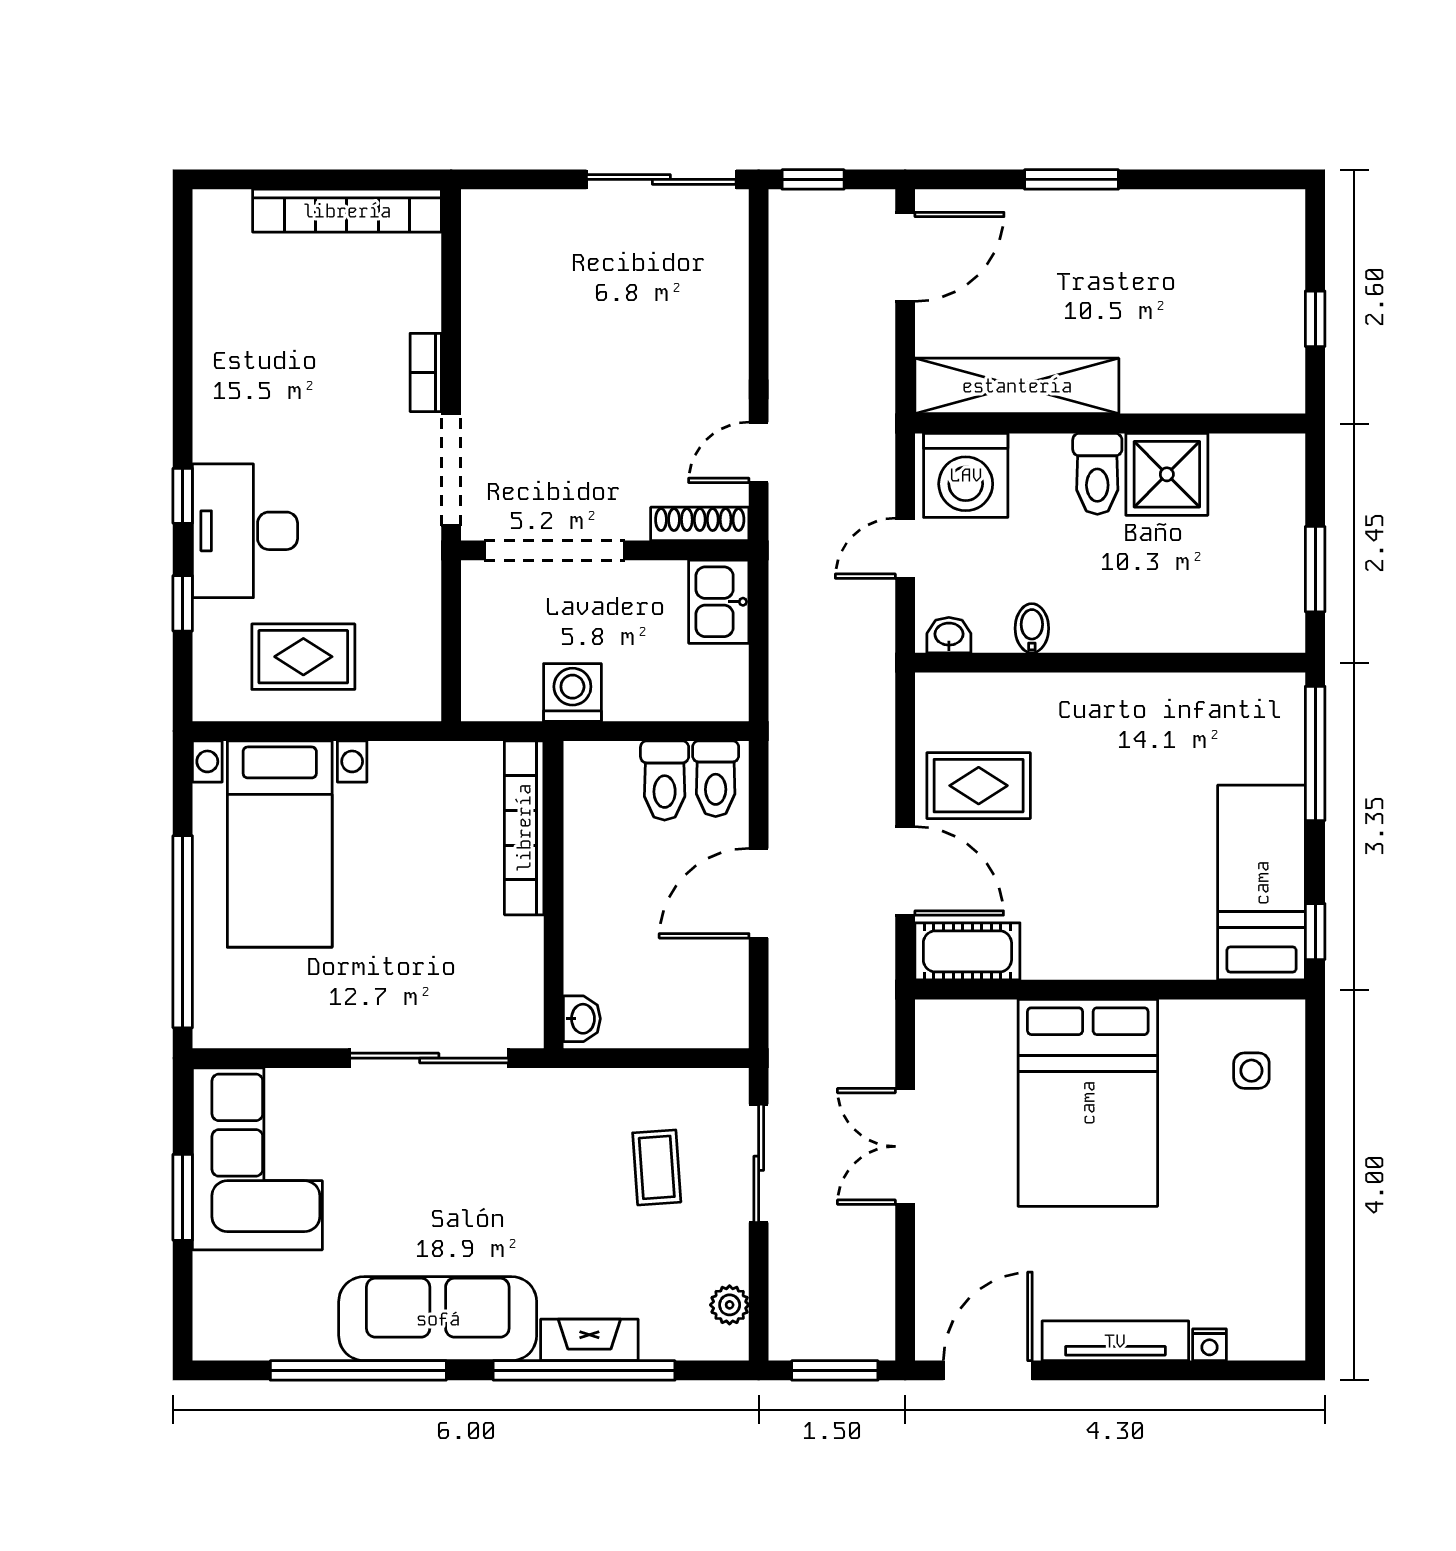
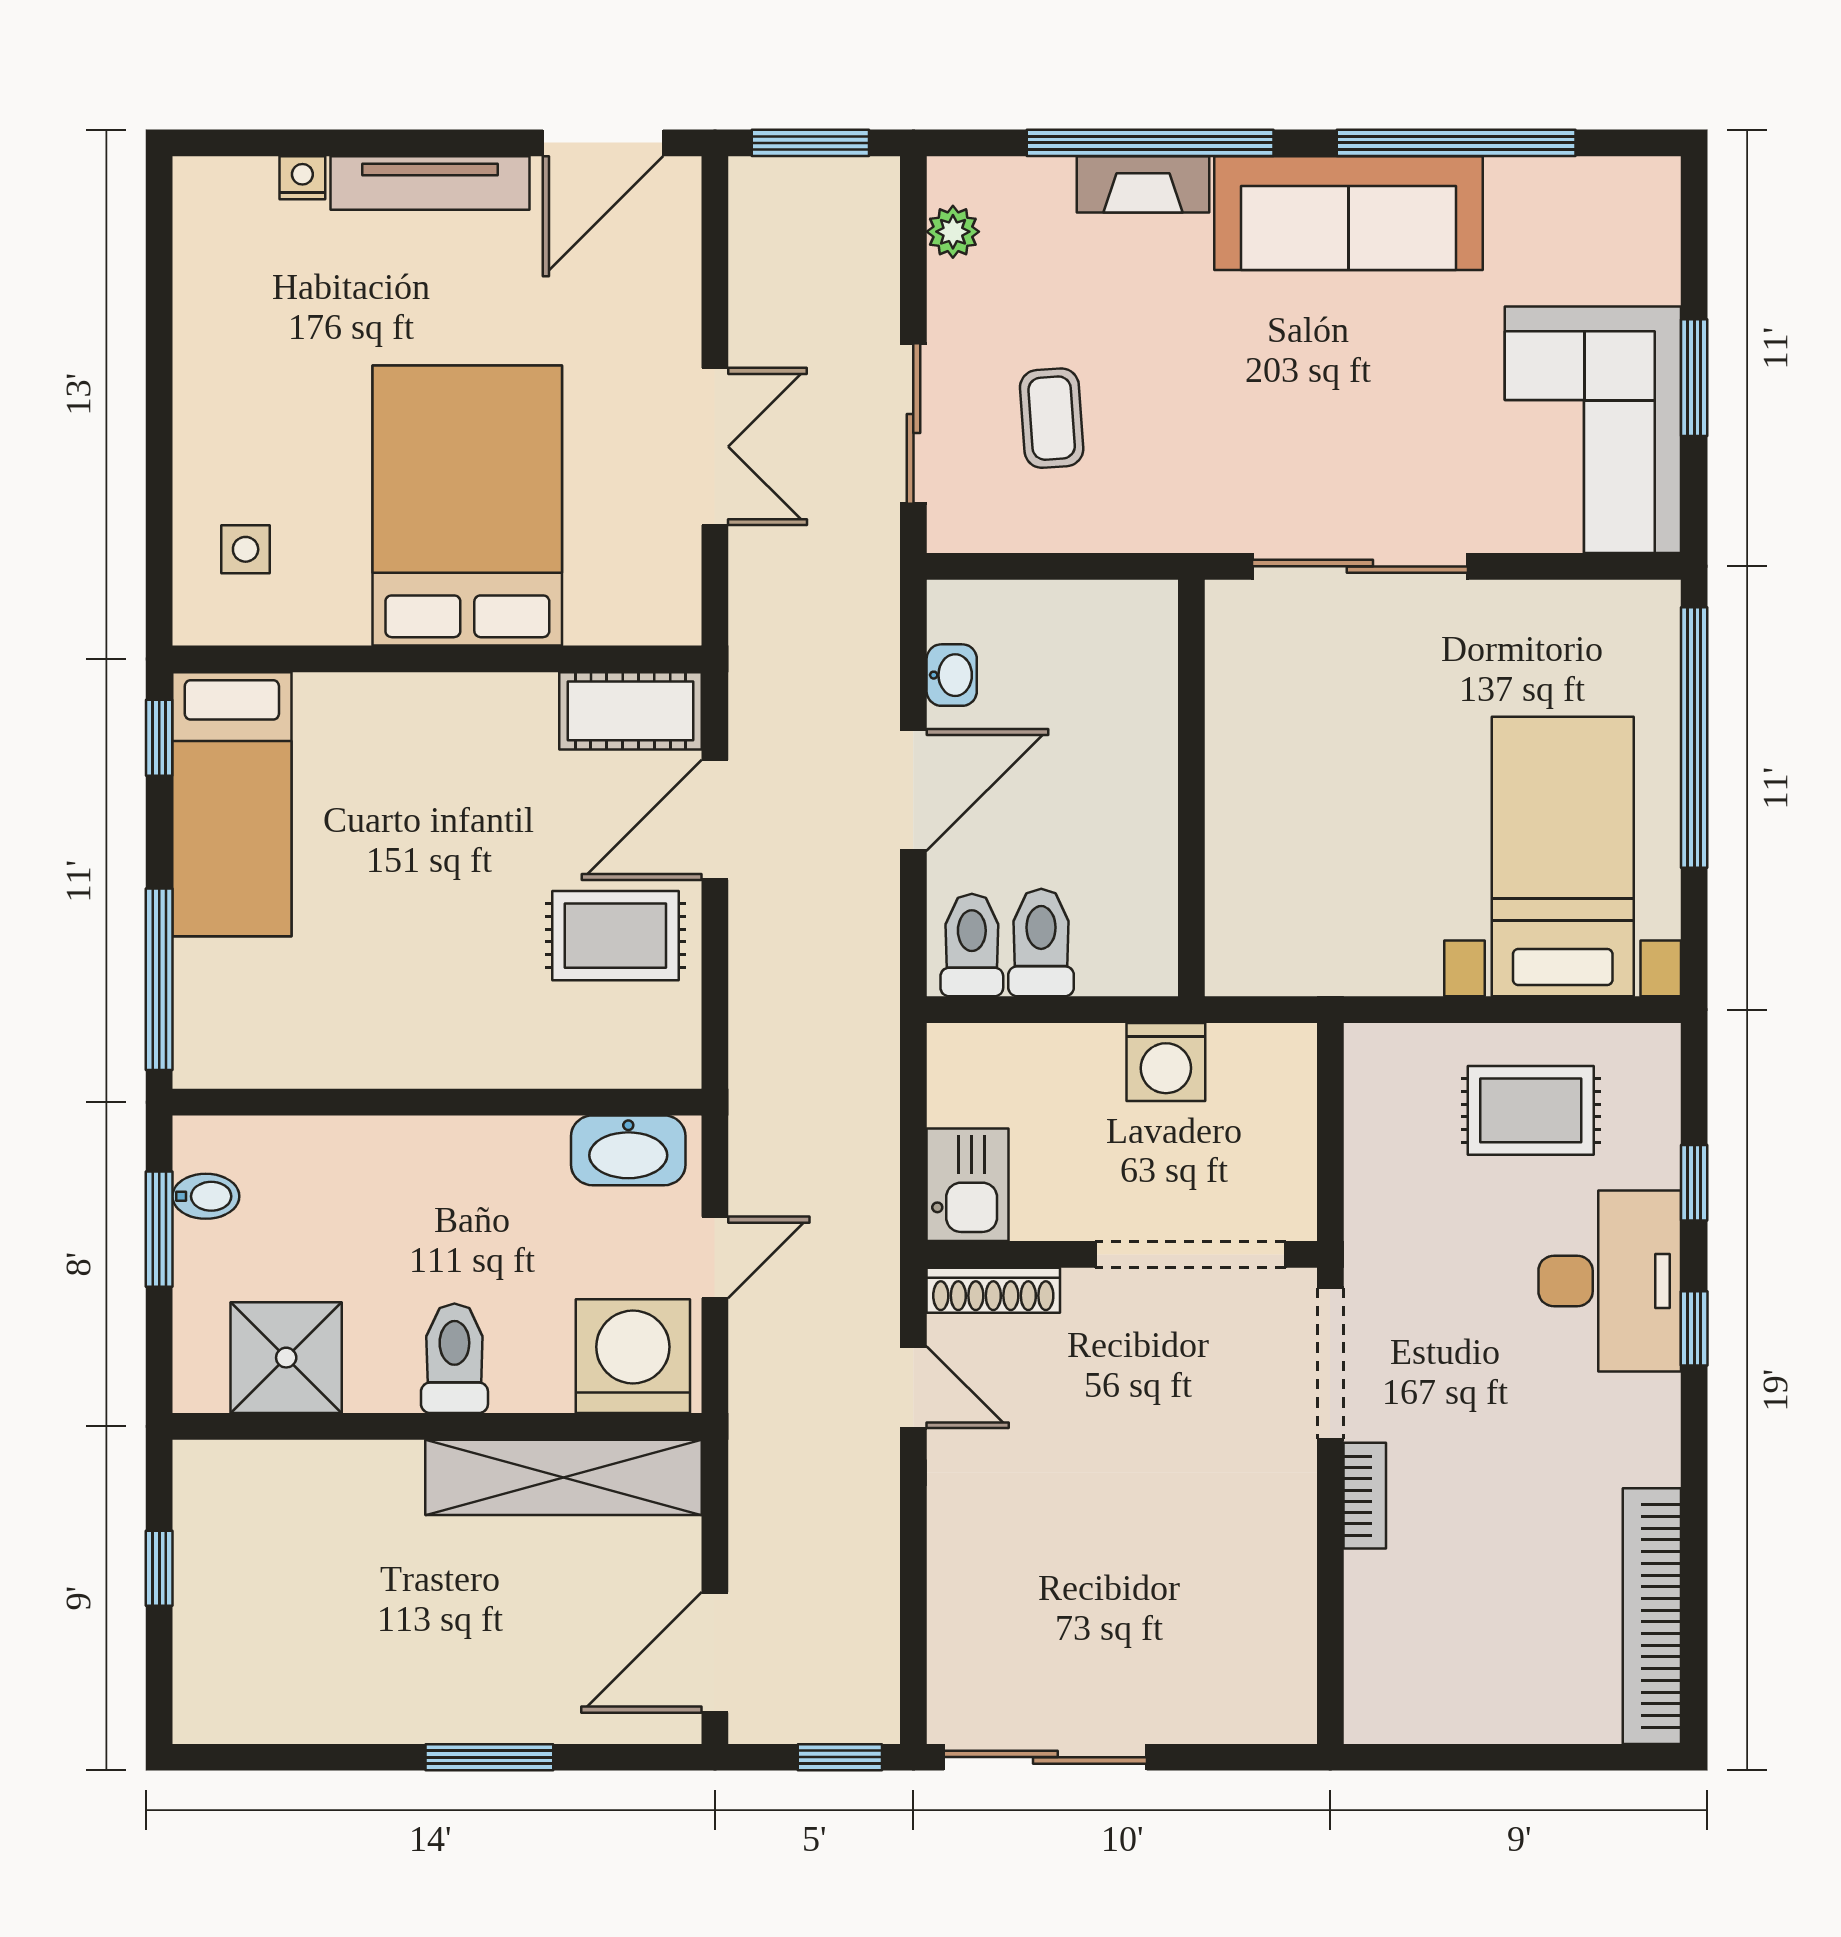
bookcase: (347, 211) -> (1652, 1616), moved, turned -90
door: (759, 452) -> (913, 1387), hinge flipped
shower: (1167, 474) -> (286, 1358), moved
bidet: (1032, 628) -> (206, 1196), moved, turned -90
washbasin: (949, 635) -> (628, 1150), width x1.91, depth x1.45
bookcase: (524, 828) -> (1231, 878), removed
door: (905, 871) -> (715, 820), hinge flipped
washbasin: (582, 1019) -> (952, 675), moved, turned 180

